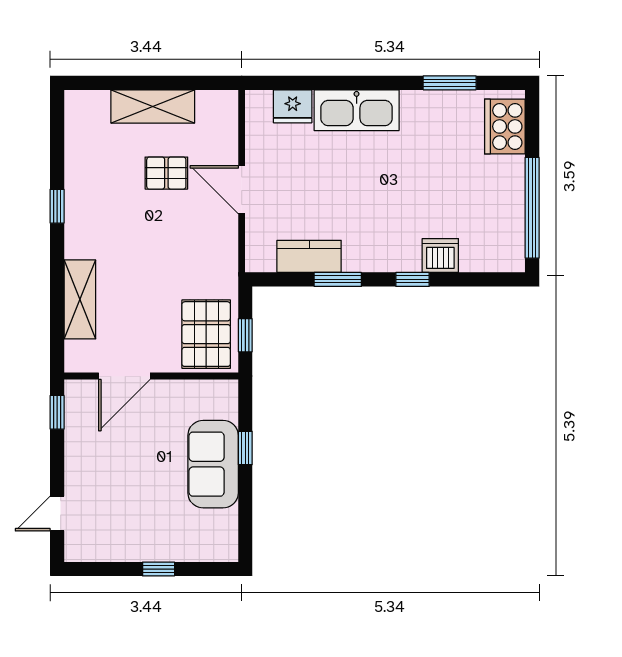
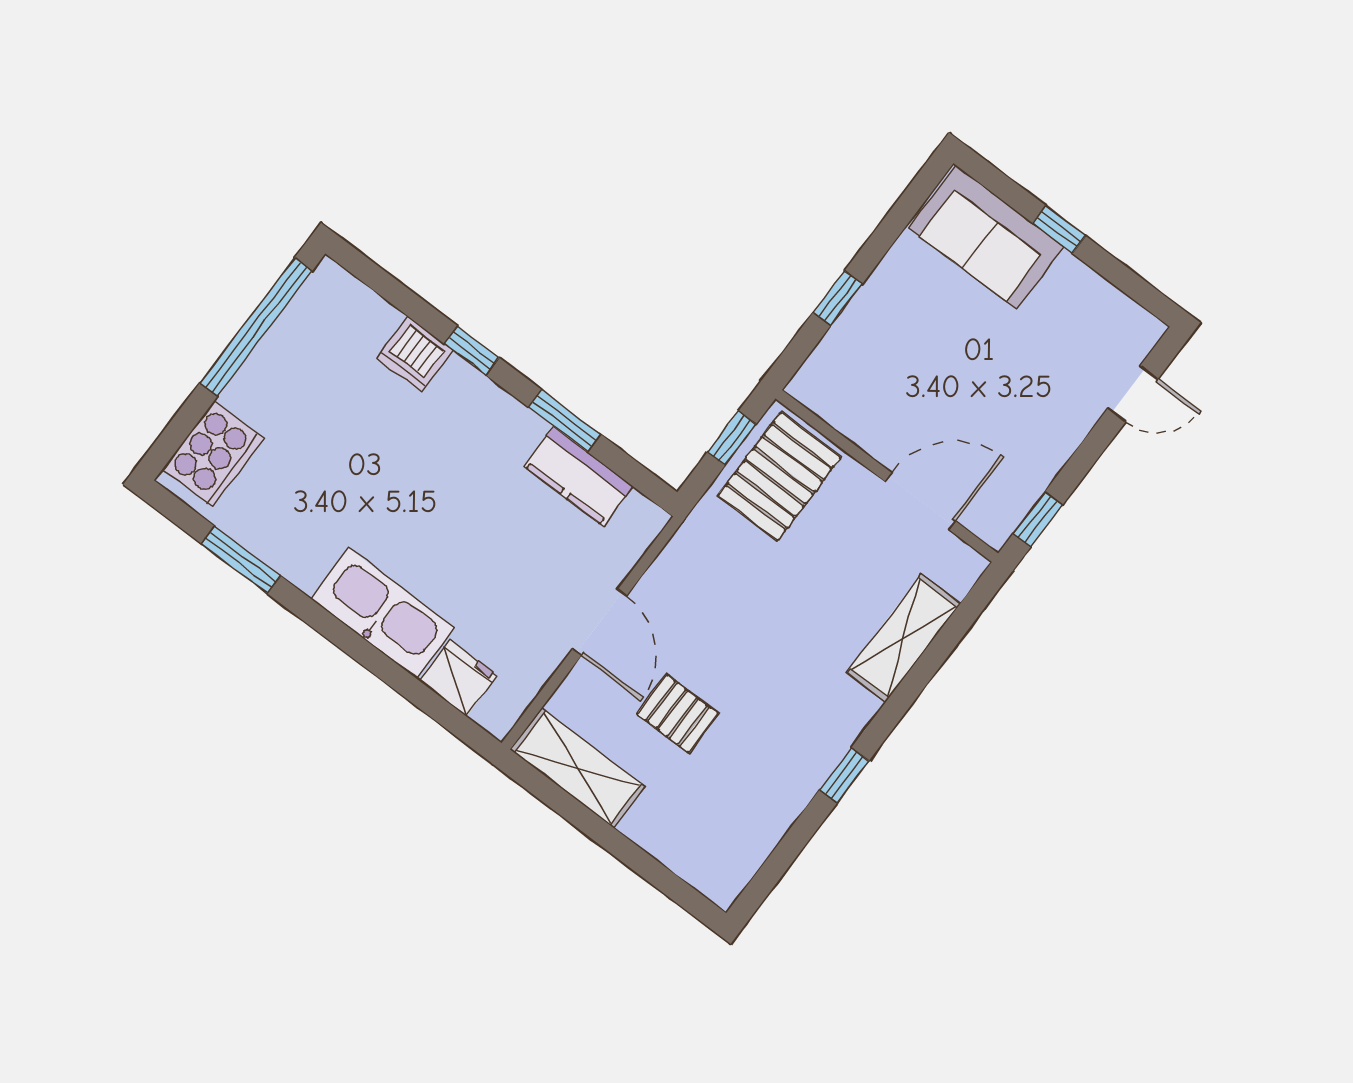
shelving: (153, 107) -> (577, 768), moved
sofa: (213, 464) -> (986, 237), moved, turned 90

